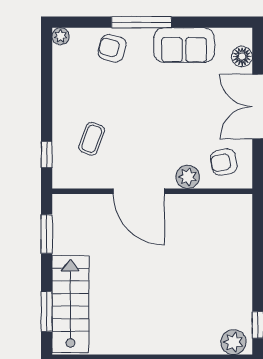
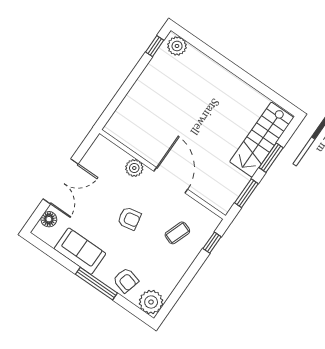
plant: (61, 36) -> (151, 302), width x1.88, depth x1.88
armchair: (224, 162) -> (129, 219), moved
window: (47, 311) -> (271, 158), moved

